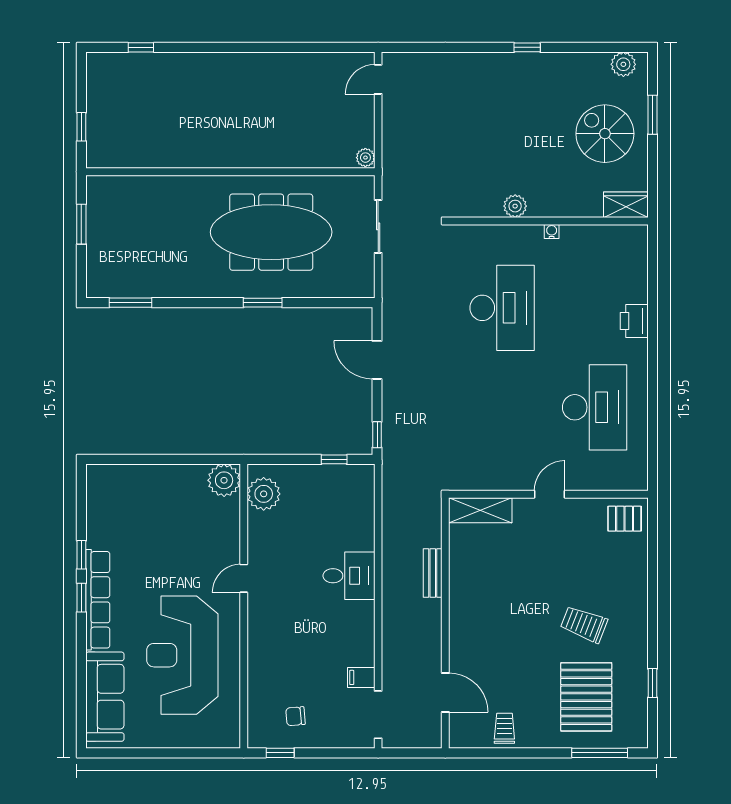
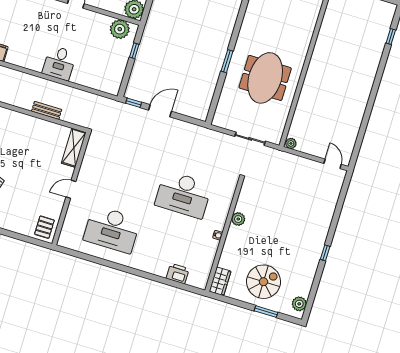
meeting table: (271, 232) -> (265, 78), width x0.73
printer: (634, 321) -> (178, 274), moved
door: (377, 360) -> (160, 111), moved
window: (334, 459) -> (134, 51), moved
door: (549, 494) -> (71, 189), swing flipped

